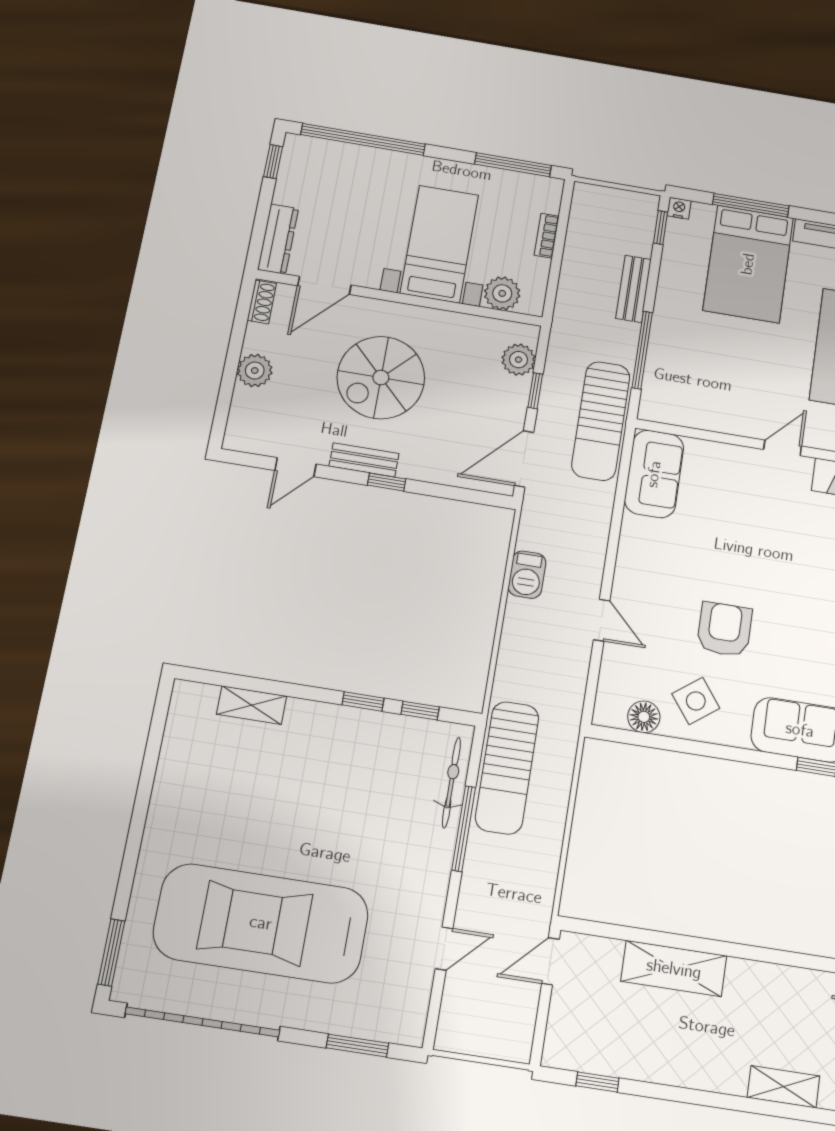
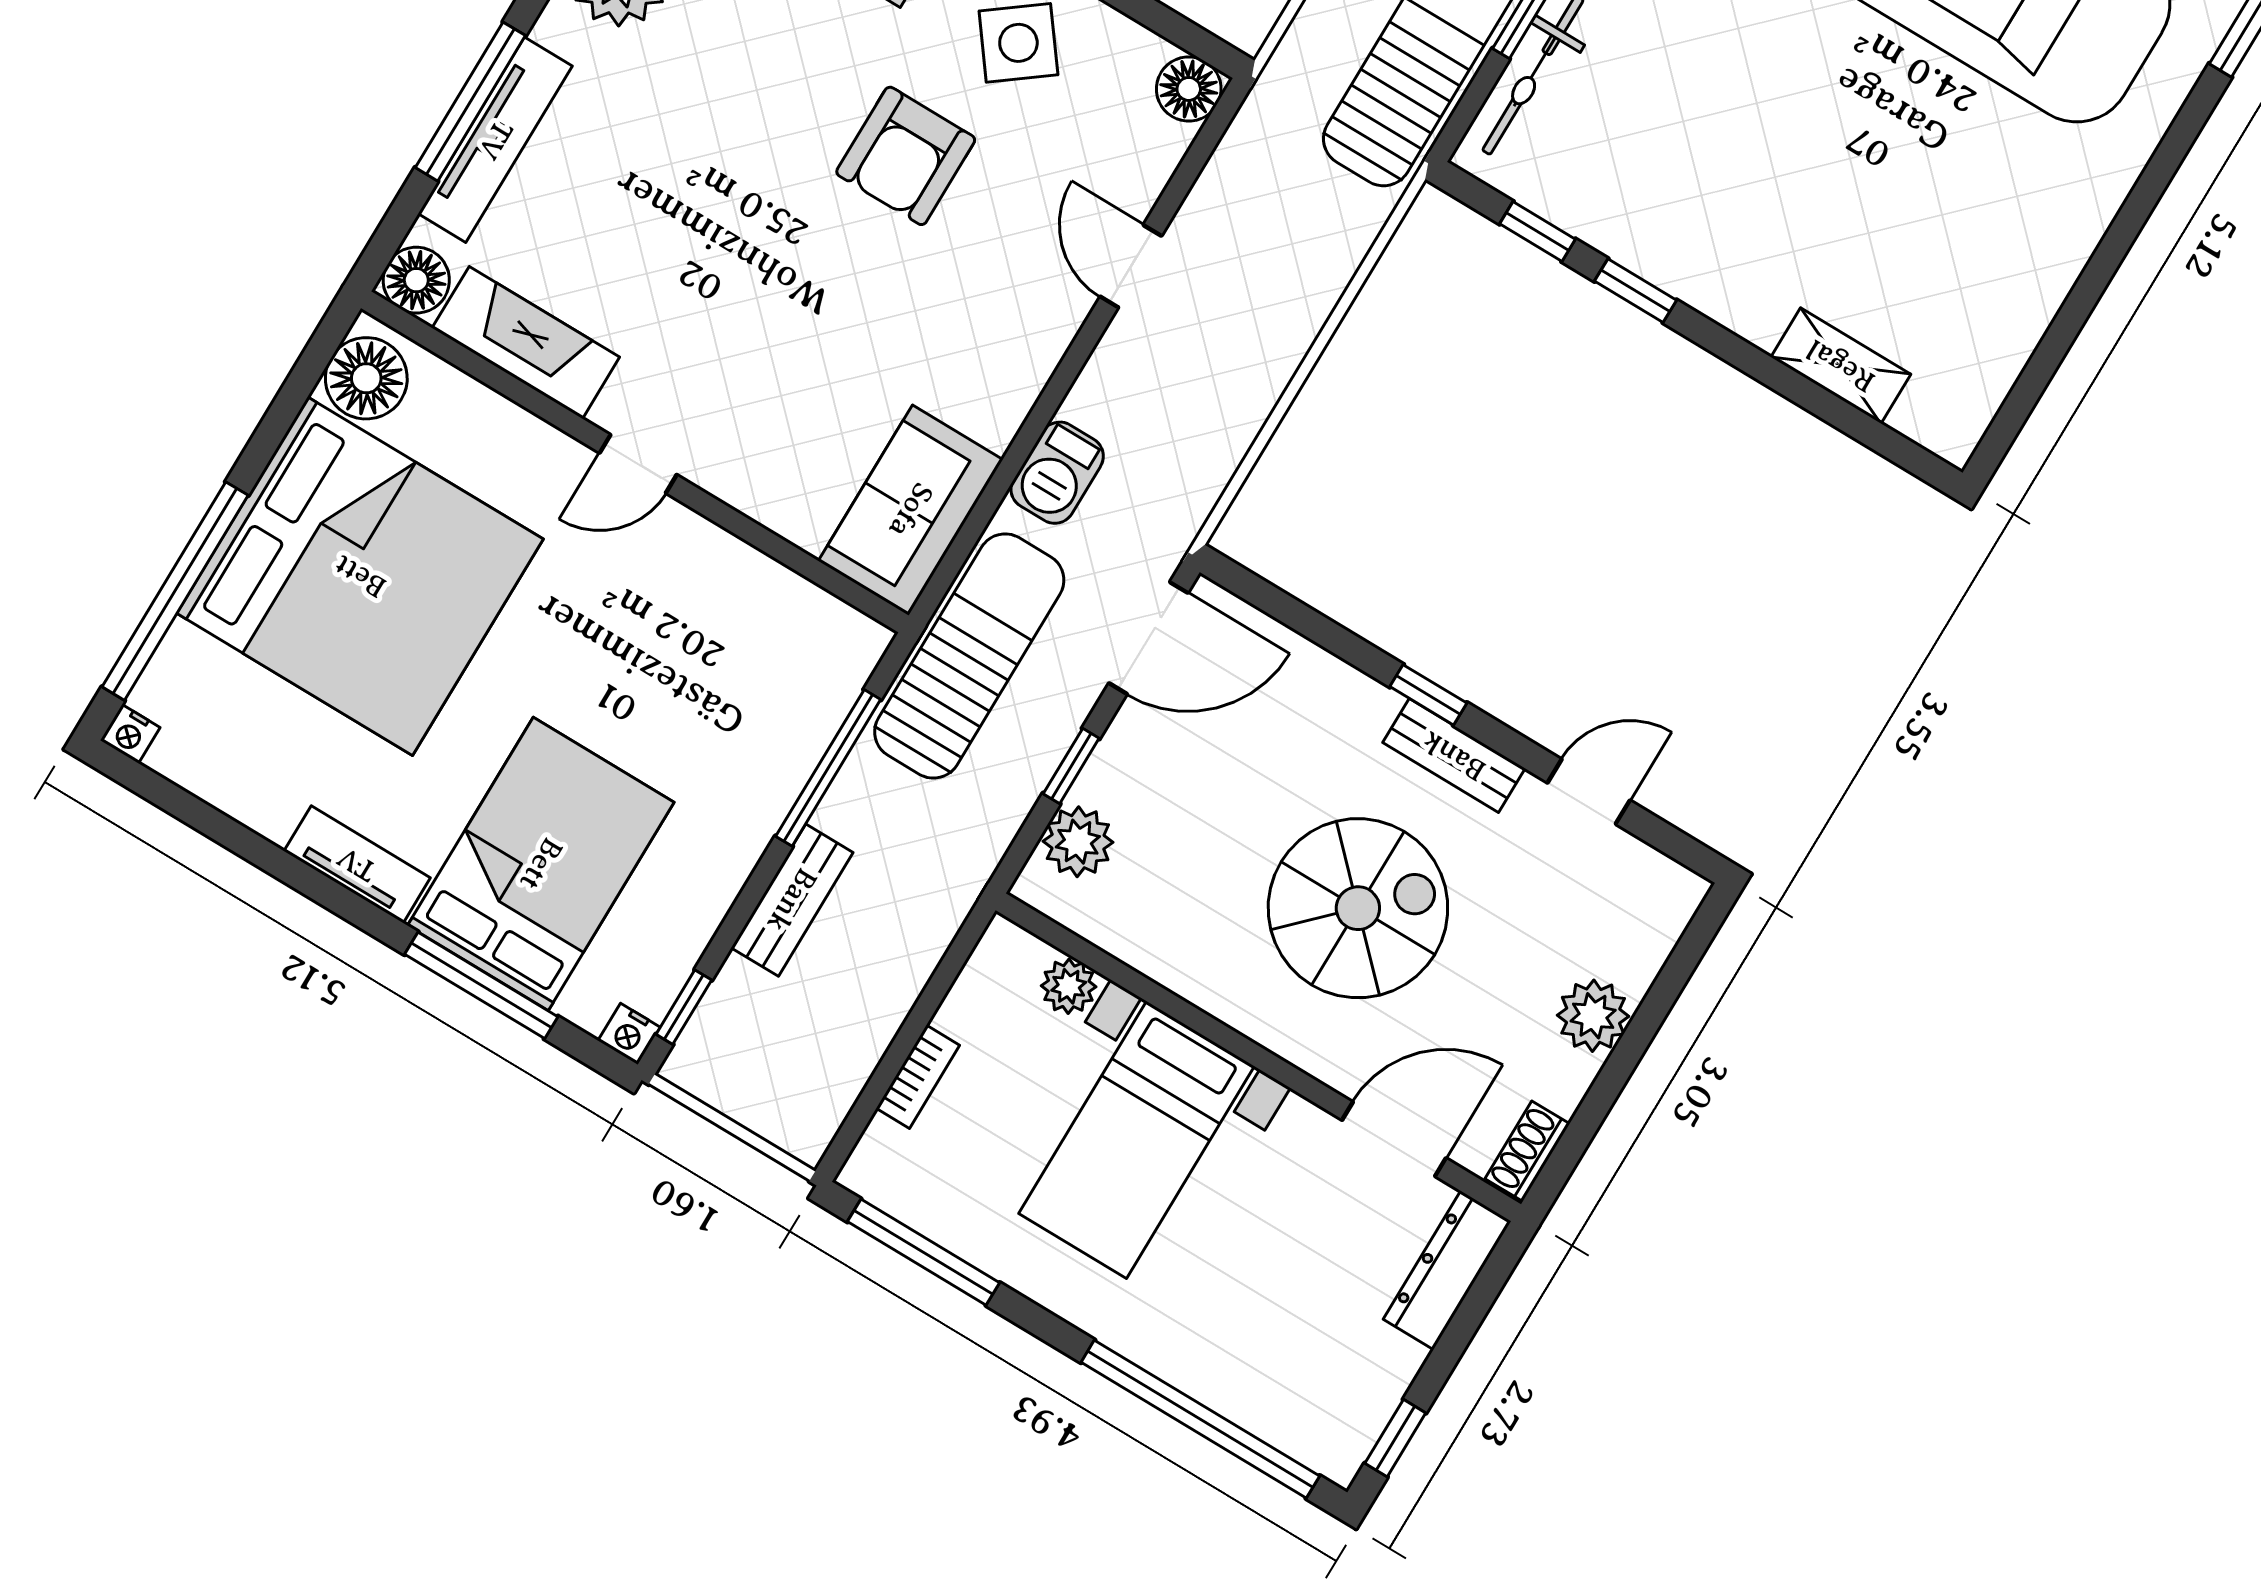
plant: (502, 293) -> (1069, 986), width x0.73, depth x0.73
barbecue: (527, 575) -> (1057, 473), moved, turned 180
floor lamp: (644, 717) -> (1189, 89), moved

